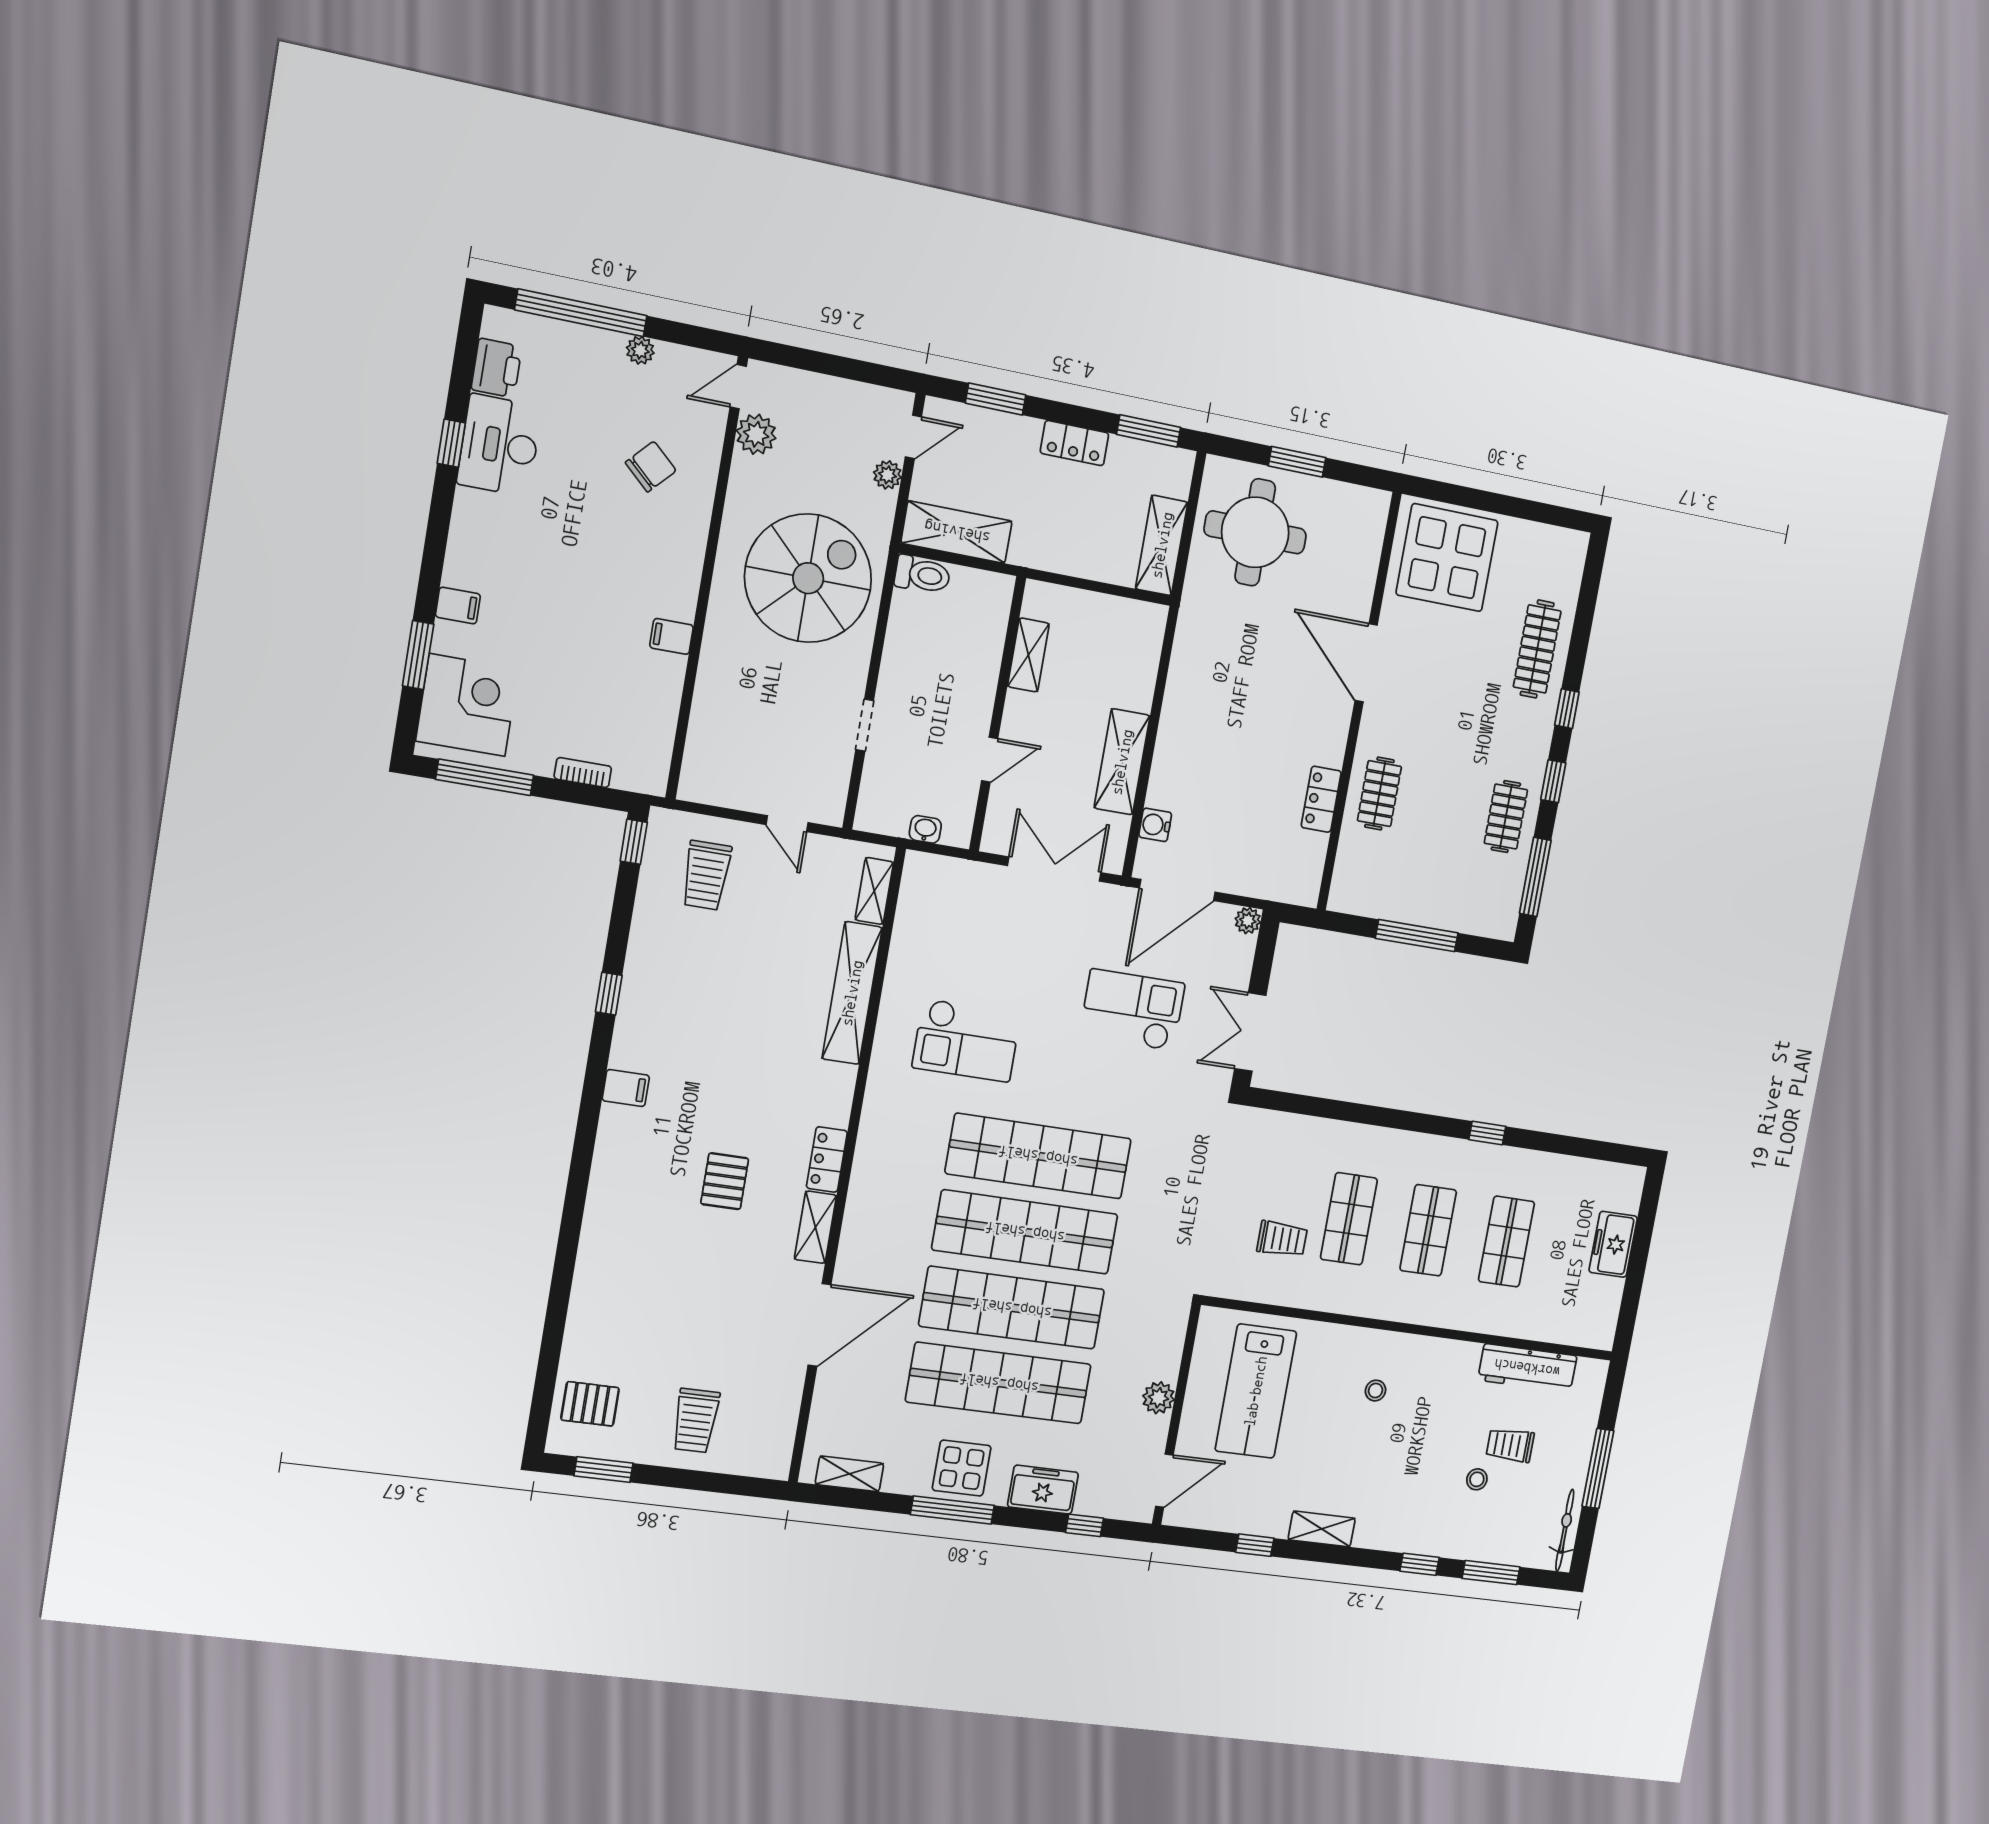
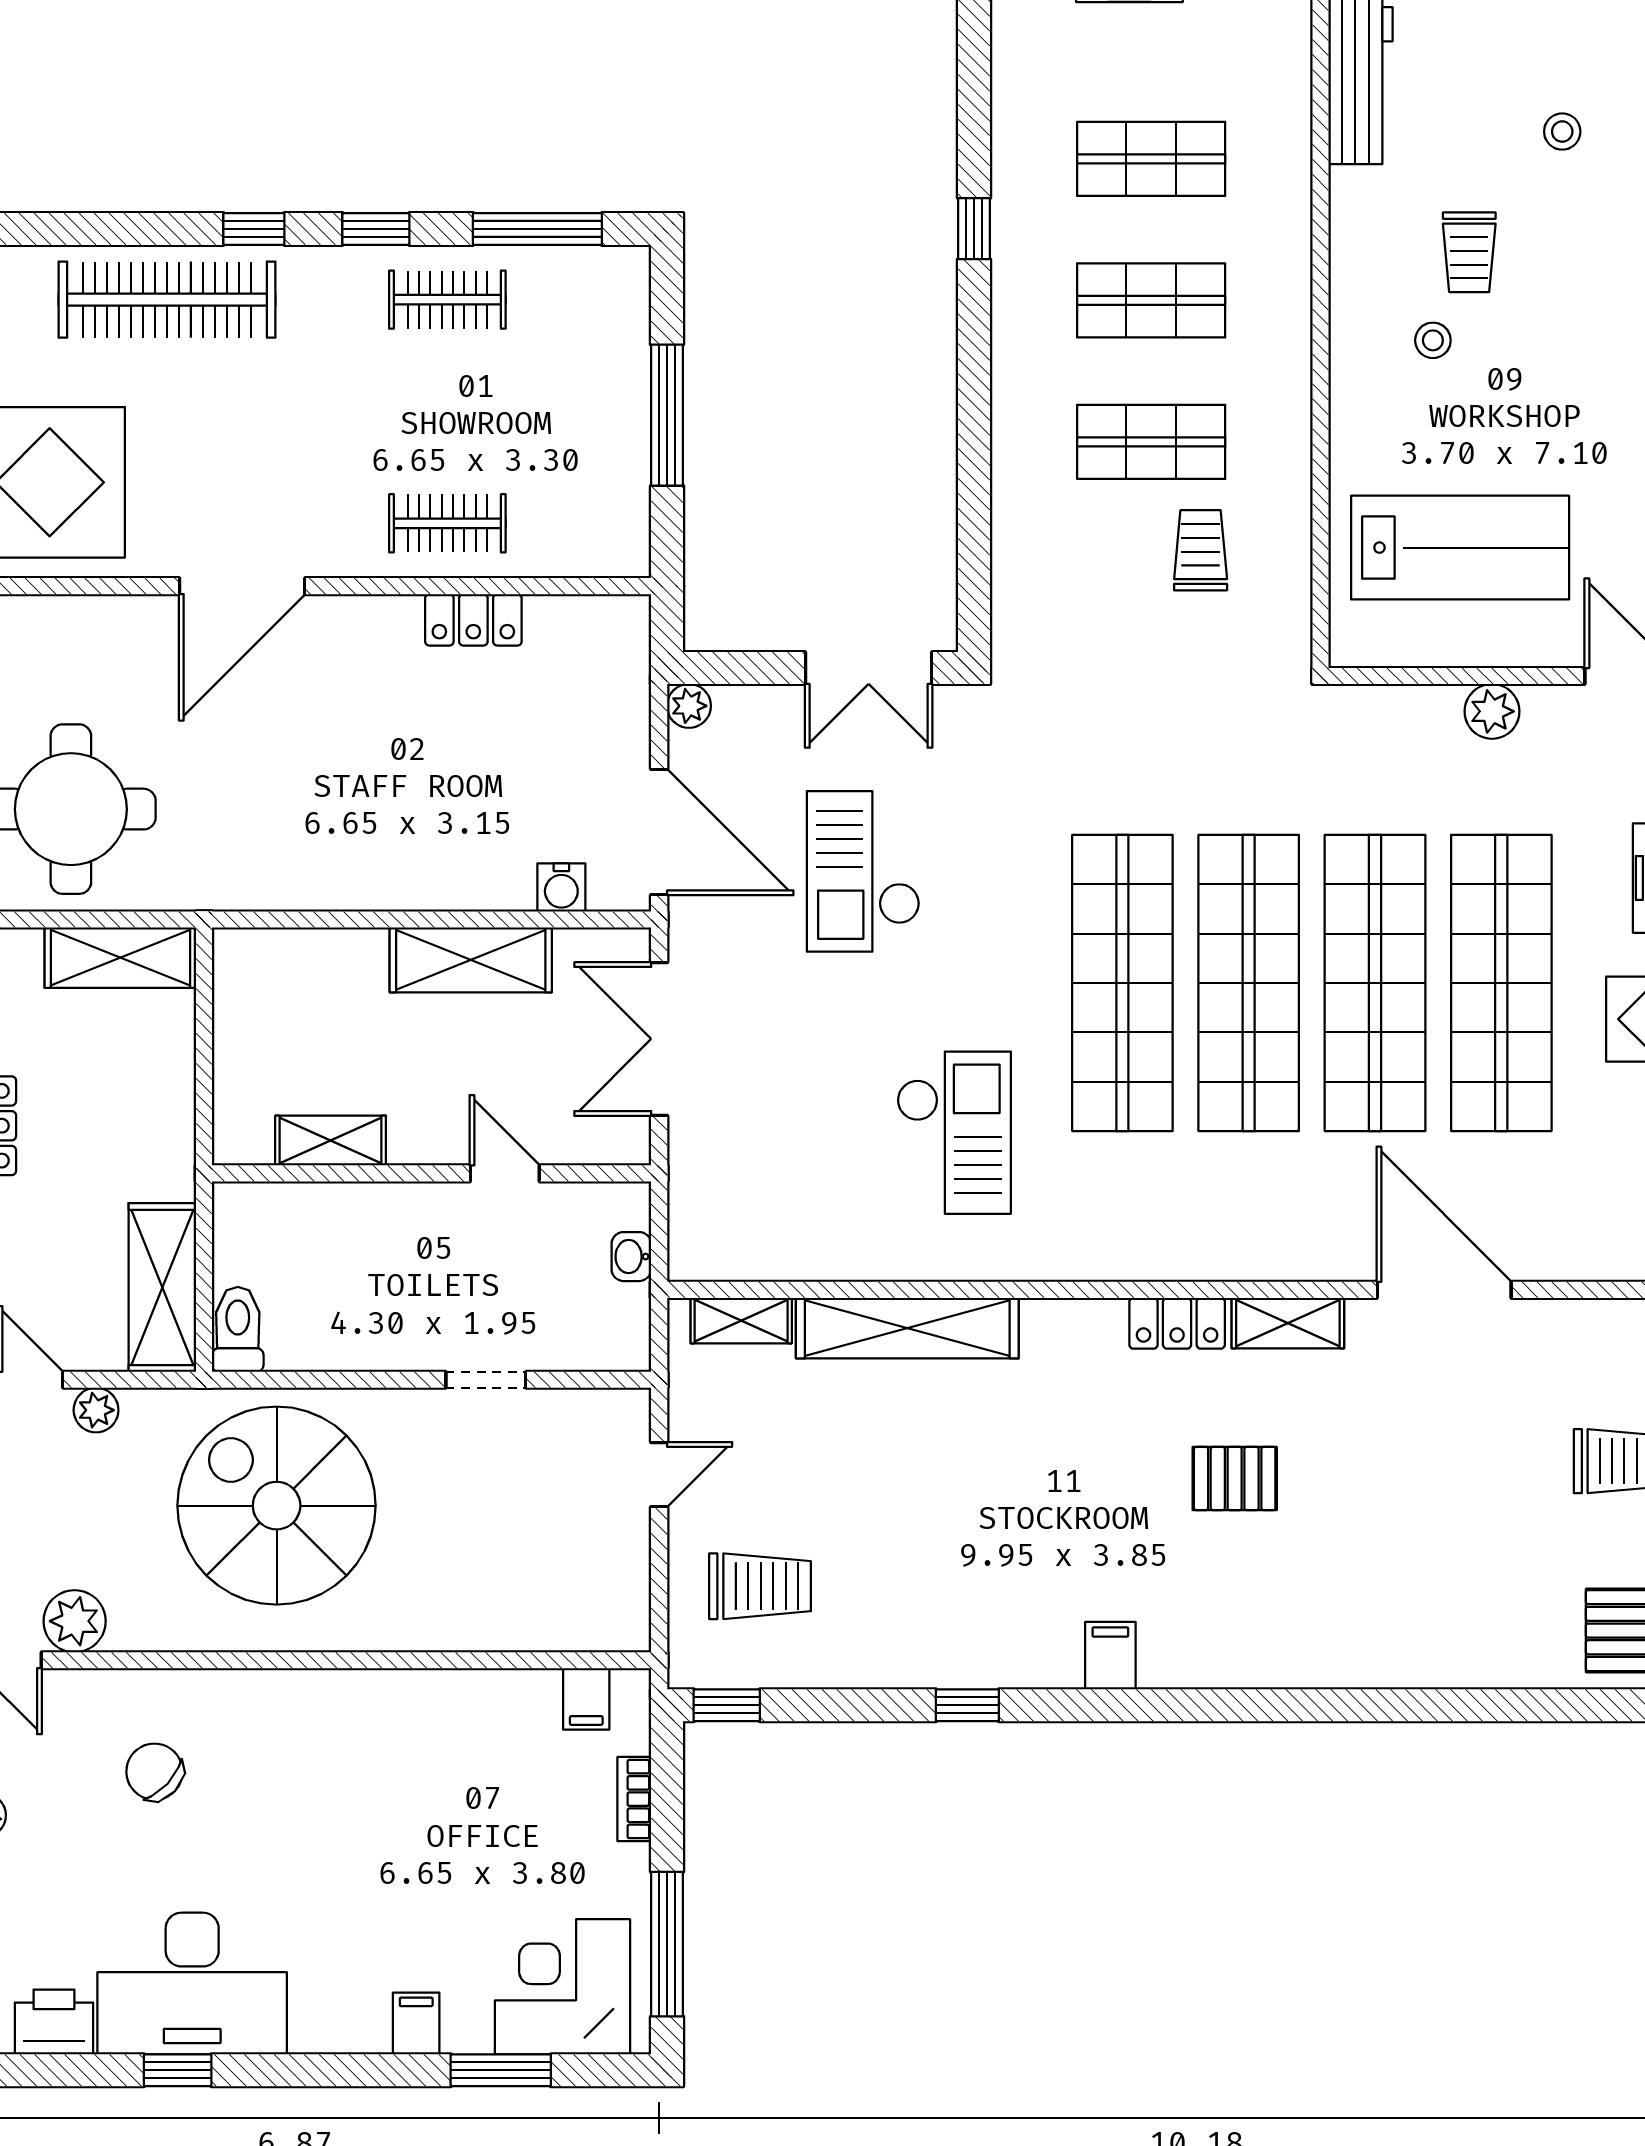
desk: (499, 445) -> (192, 1984), width x1.36, depth x1.30
filing cabinet: (671, 636) -> (586, 1699), moved
clothes rail: (1537, 649) -> (167, 300), width x1.37, depth x1.31
trolley: (1510, 1445) -> (1469, 252), moved

